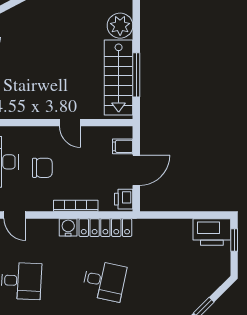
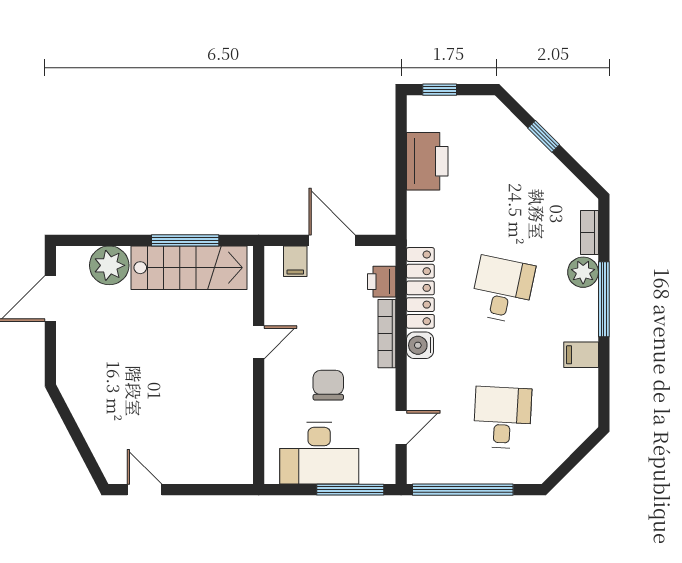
printer: (124, 199) -> (382, 282), moved, turned 90
printer: (212, 232) -> (427, 161), moved

